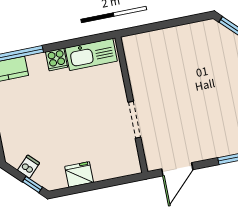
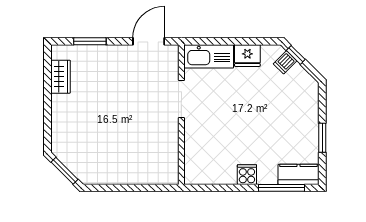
kitchen sink: (91, 55) -> (209, 56), moved, turned 180
dishwasher: (29, 167) -> (285, 62), moved

